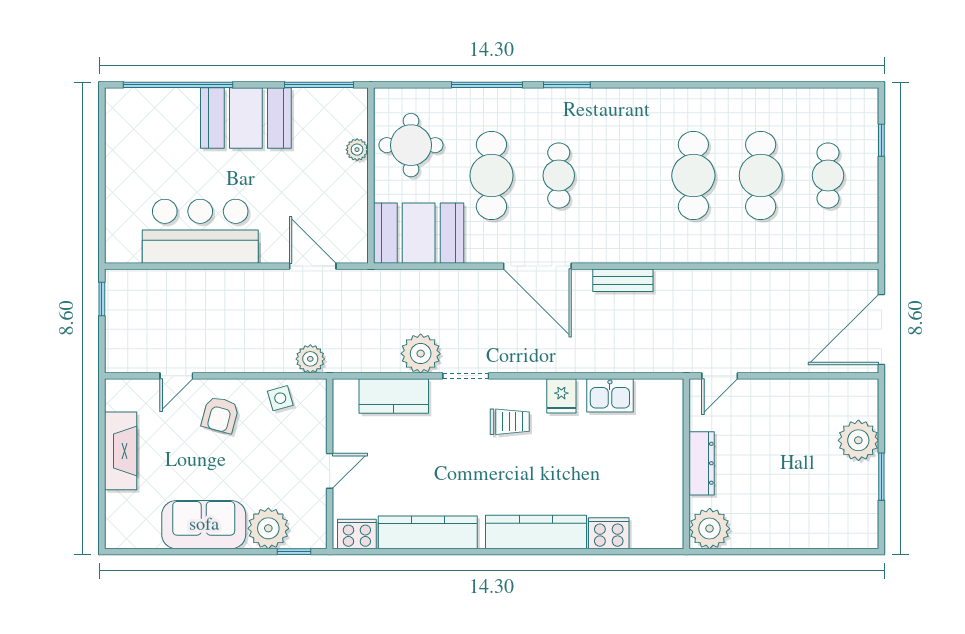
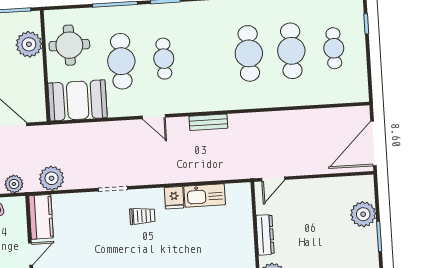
plant: (357, 150) -> (29, 44), width x1.88, depth x1.88
door: (537, 266) -> (154, 117), width x0.53
plant: (421, 354) -> (52, 178), moved
kitchen sink: (610, 395) -> (205, 196), width x1.38
kitchen counter: (394, 396) -> (41, 217), moved, turned -90

